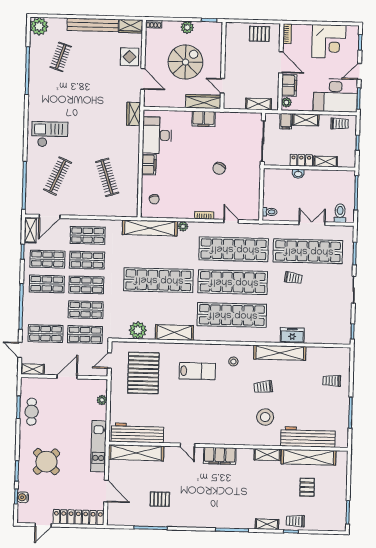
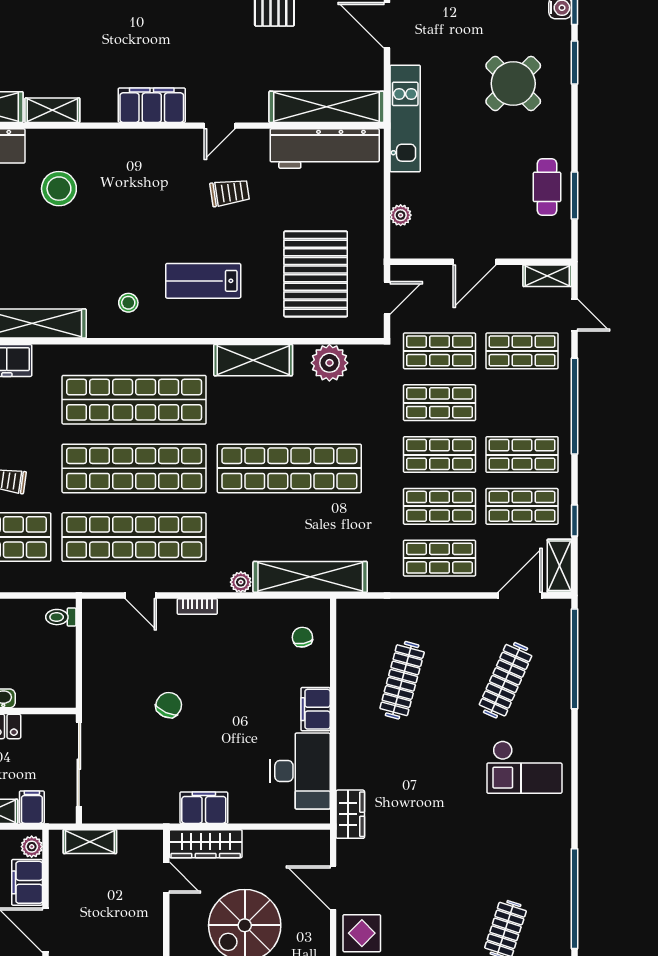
clothes rail: (107, 177) -> (402, 680), turned 33
trolley: (263, 387) -> (230, 193), moved
door: (187, 445) -> (220, 126), swing flipped

